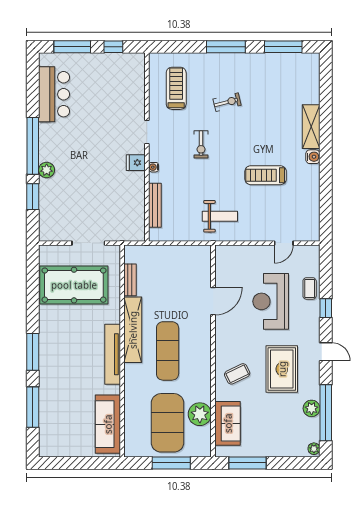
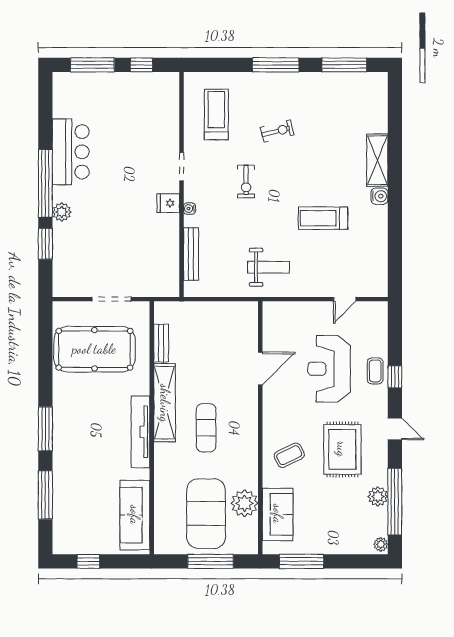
bar counter: (54, 94) -> (71, 152), moved
coffee table: (310, 288) -> (375, 371), moved
exercise mat: (168, 351) -> (206, 428), width x0.73, depth x0.69
window: (69, 463) -> (88, 561), added

